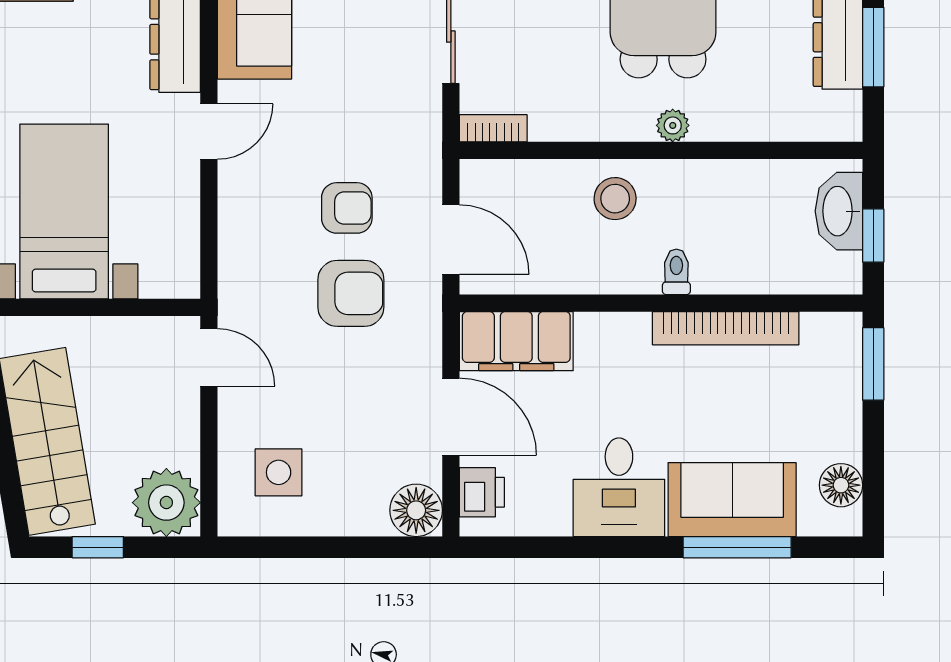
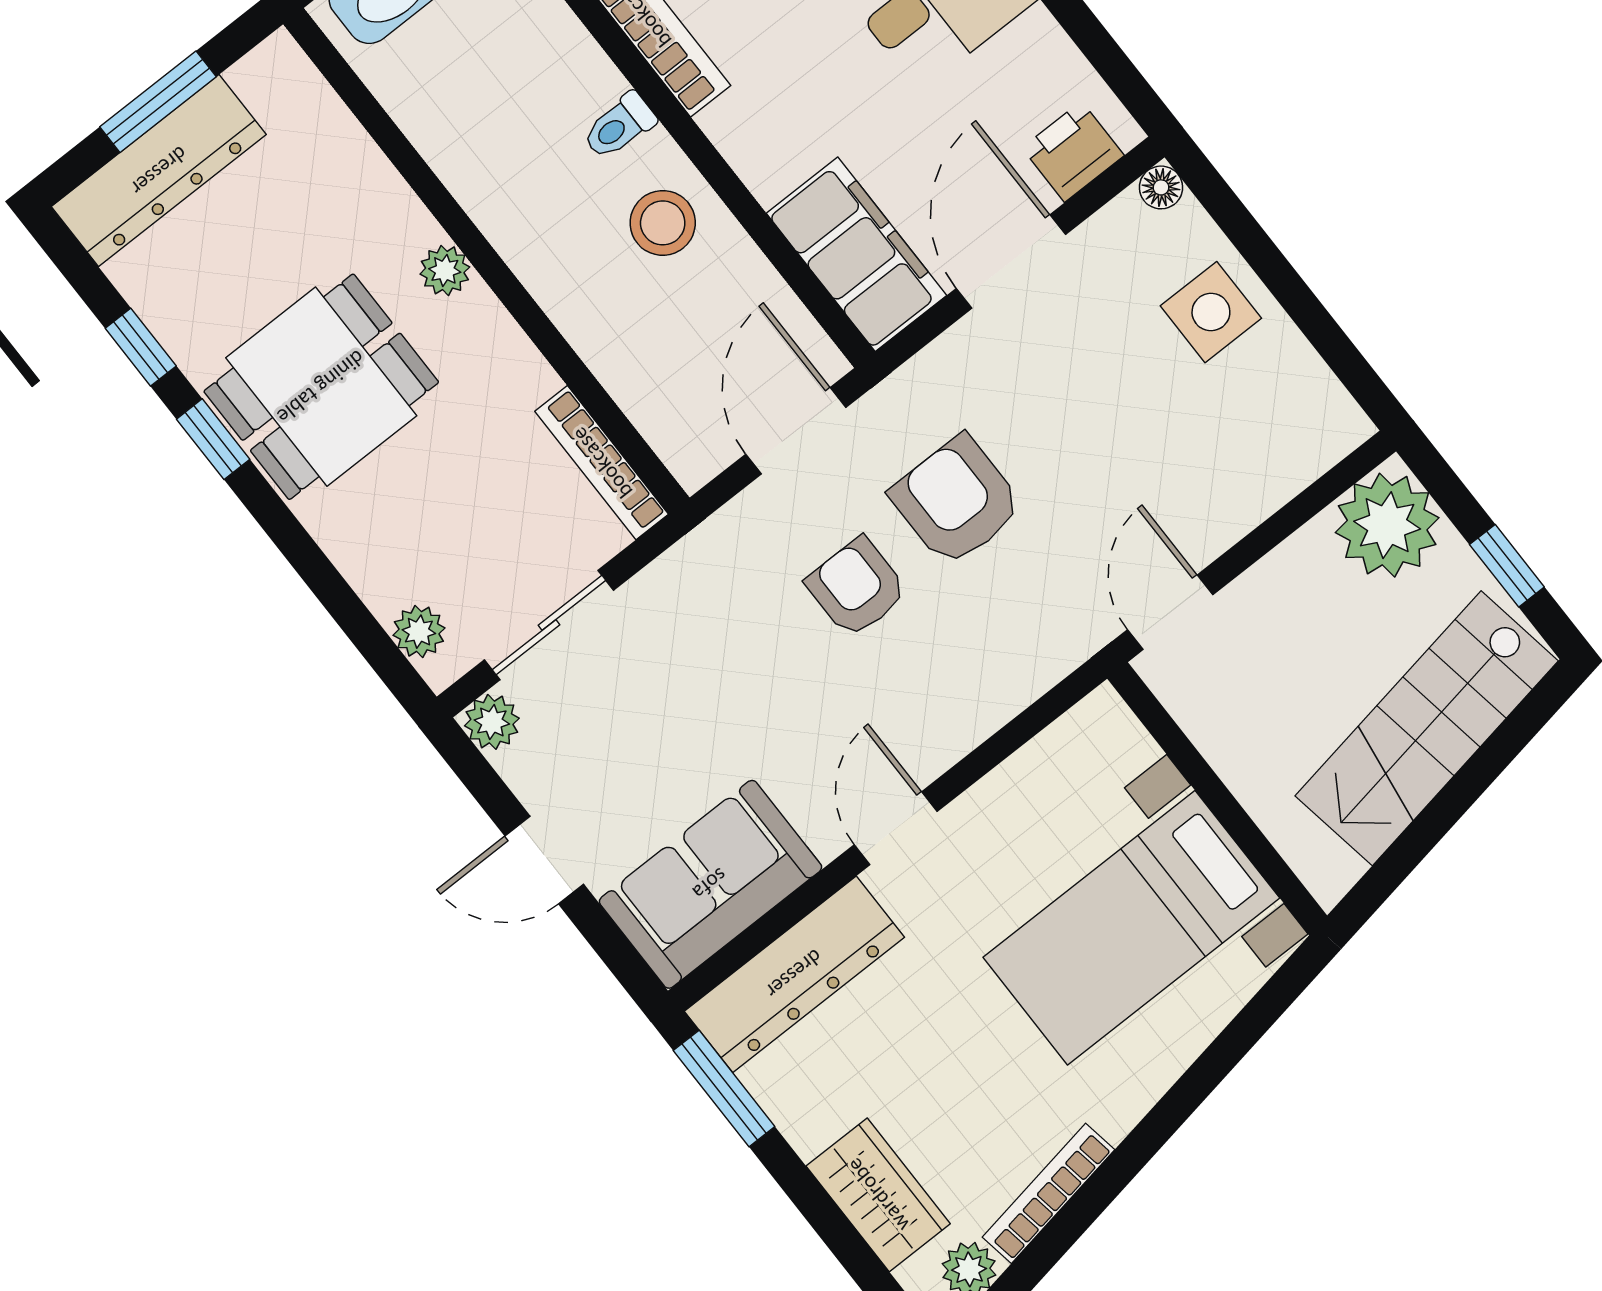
bookcase: (493, 128) -> (602, 463), width x1.56
door: (209, 132) -> (896, 828), hinge flipped
stool: (615, 199) -> (663, 223), moved
side table: (279, 472) -> (1211, 312), moved
floor lamp: (416, 510) -> (1161, 187), width x0.53, depth x0.53

